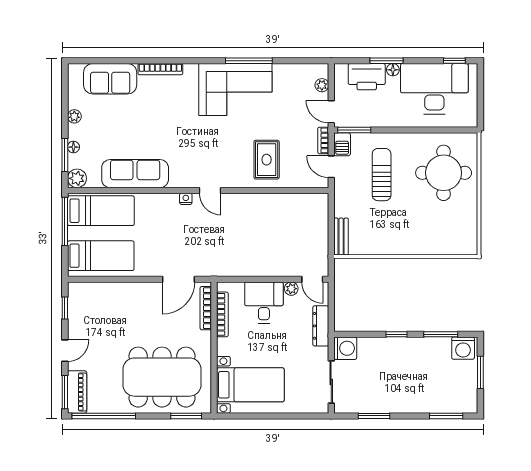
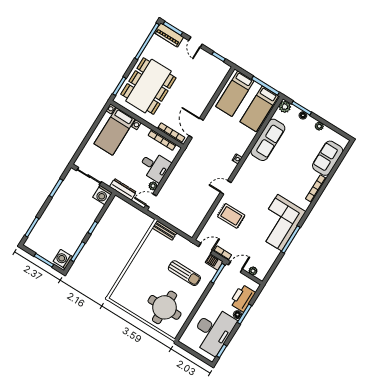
door: (210, 190) -> (226, 187), moved

